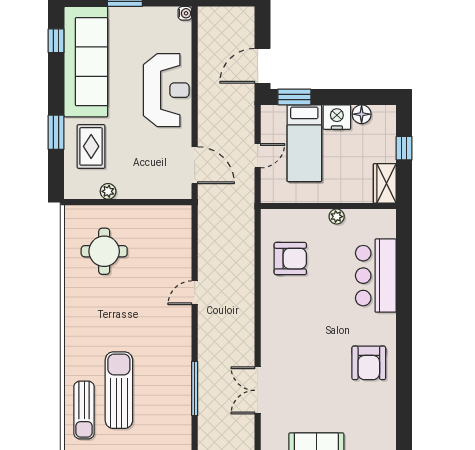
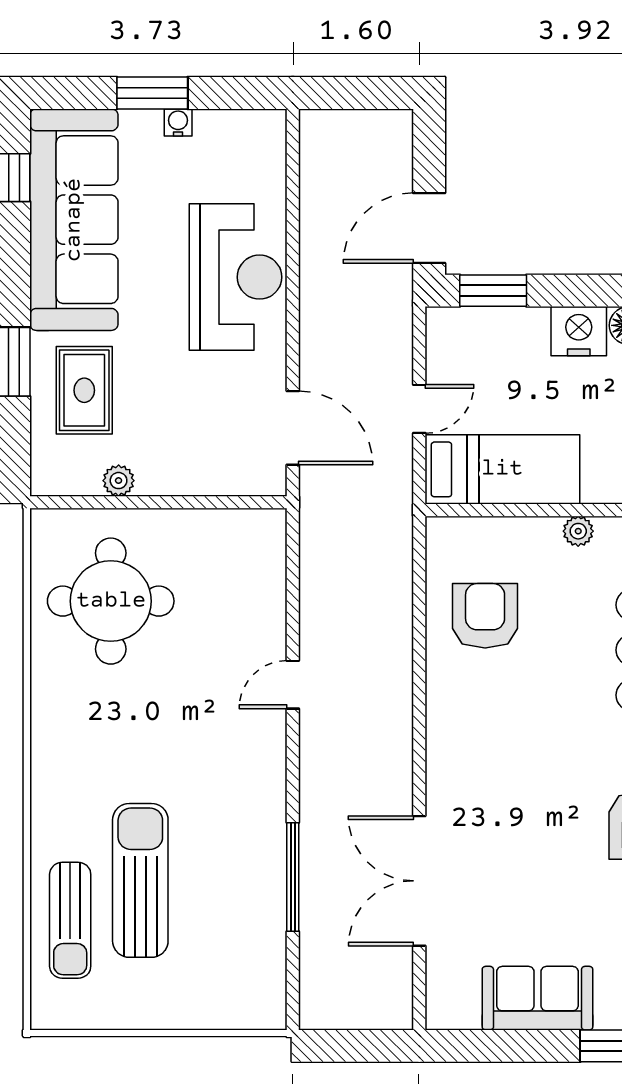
water cooler: (185, 13) -> (178, 122), moved, turned -90
bed: (304, 143) -> (502, 469), moved, turned -90
round table: (104, 251) -> (111, 601), width x1.36, depth x1.36
armchair: (290, 259) -> (485, 616), turned -90
double door: (258, 390) -> (419, 881), width x1.37

